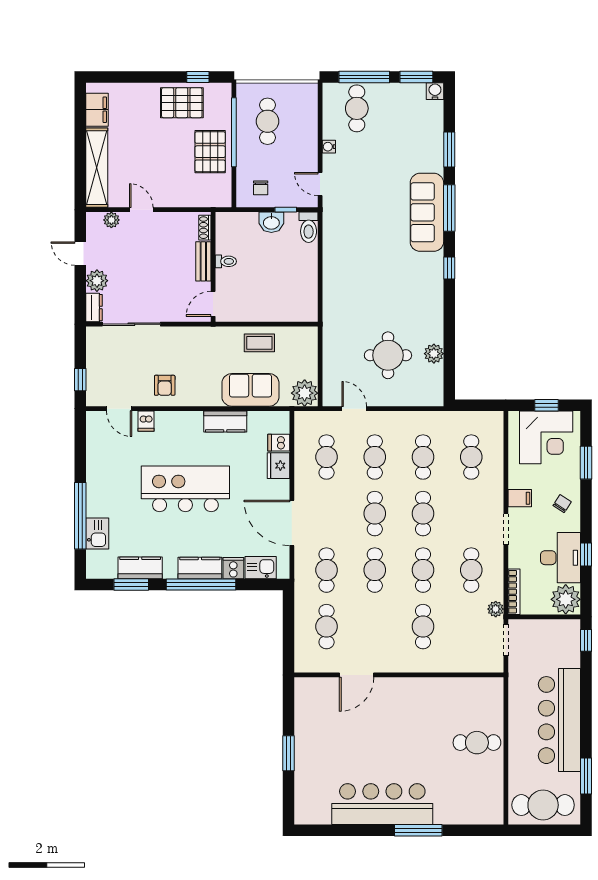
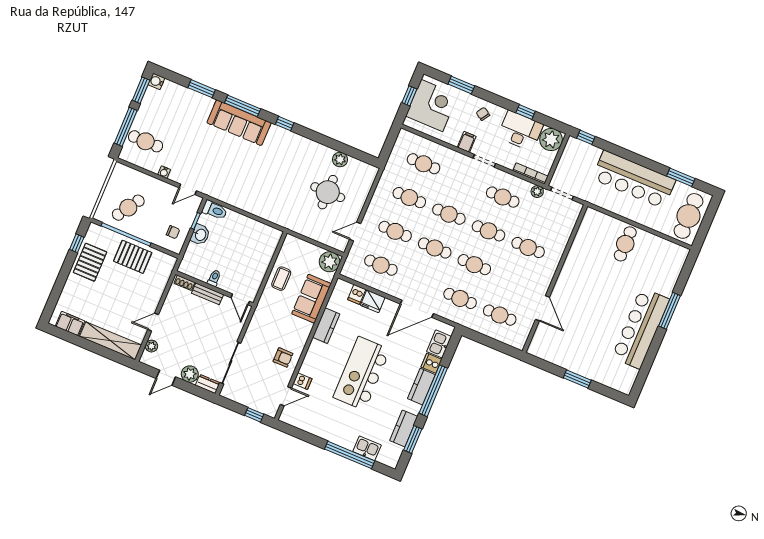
cafe table: (268, 121) -> (128, 208), turned -57

